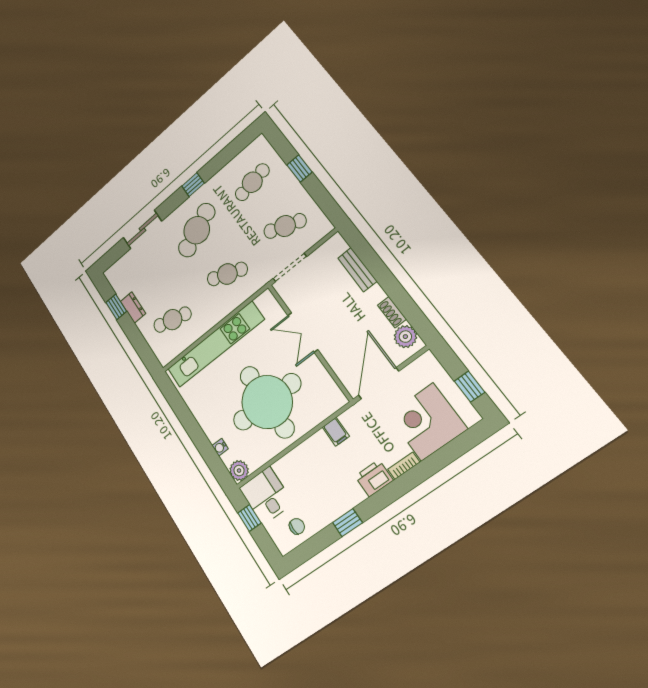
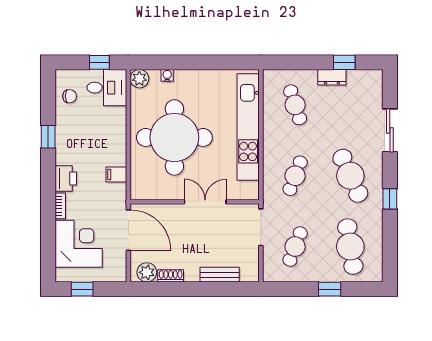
cafe table: (252, 182) -> (350, 247), width x1.37, depth x1.35
cafe table: (172, 320) -> (295, 105), turned -33
chair: (297, 526) -> (70, 96), turned -90

